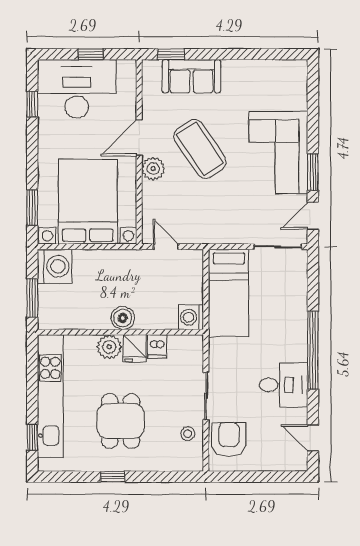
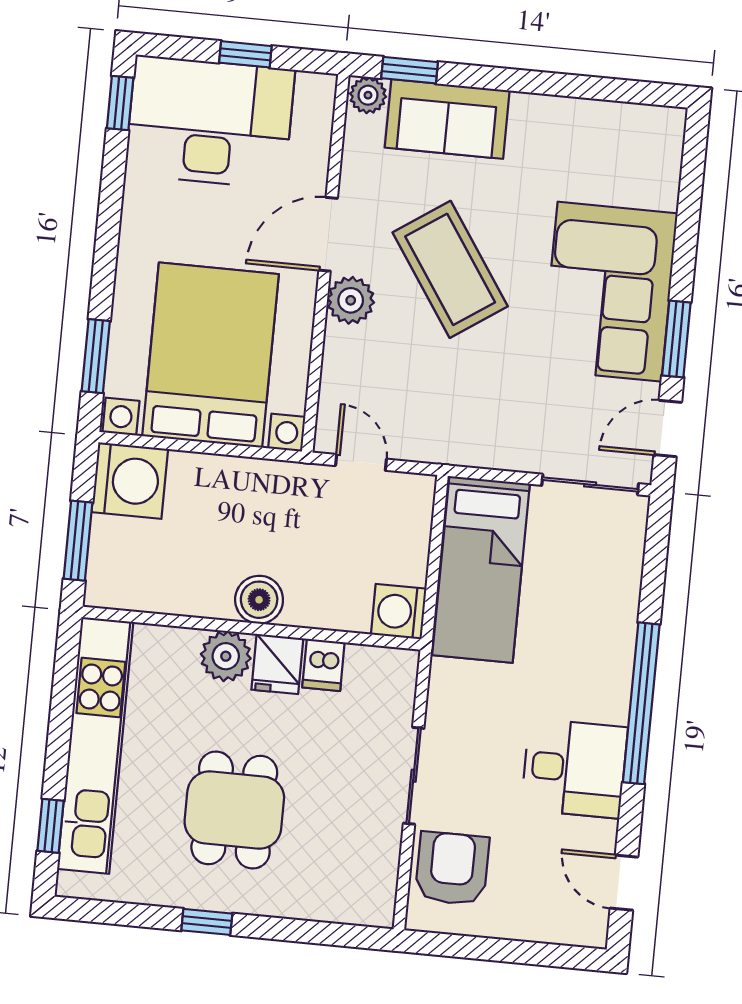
plant: (152, 68) -> (368, 95), added
window: (32, 104) -> (120, 103), moved
stool: (188, 434) -> (369, 849), removed

